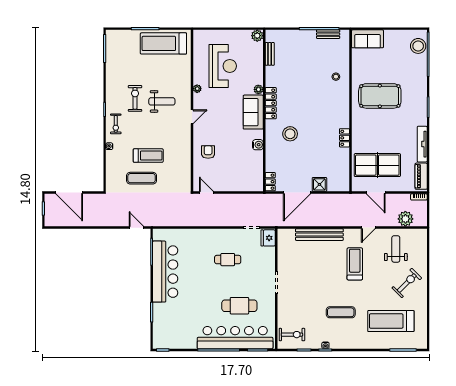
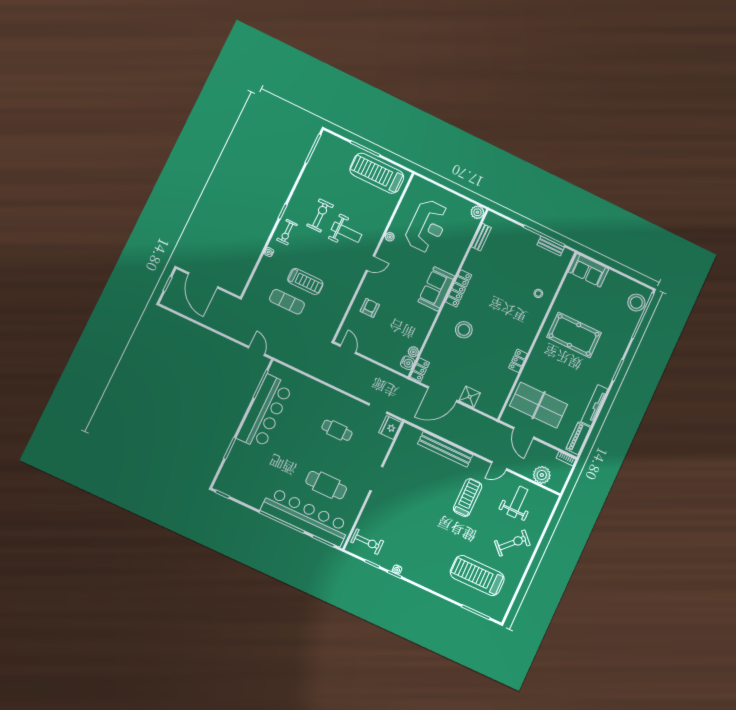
plant: (258, 89) -> (413, 352), moved
water cooler: (258, 145) -> (407, 363), moved
exercise mat: (341, 312) -> (429, 542), removed

